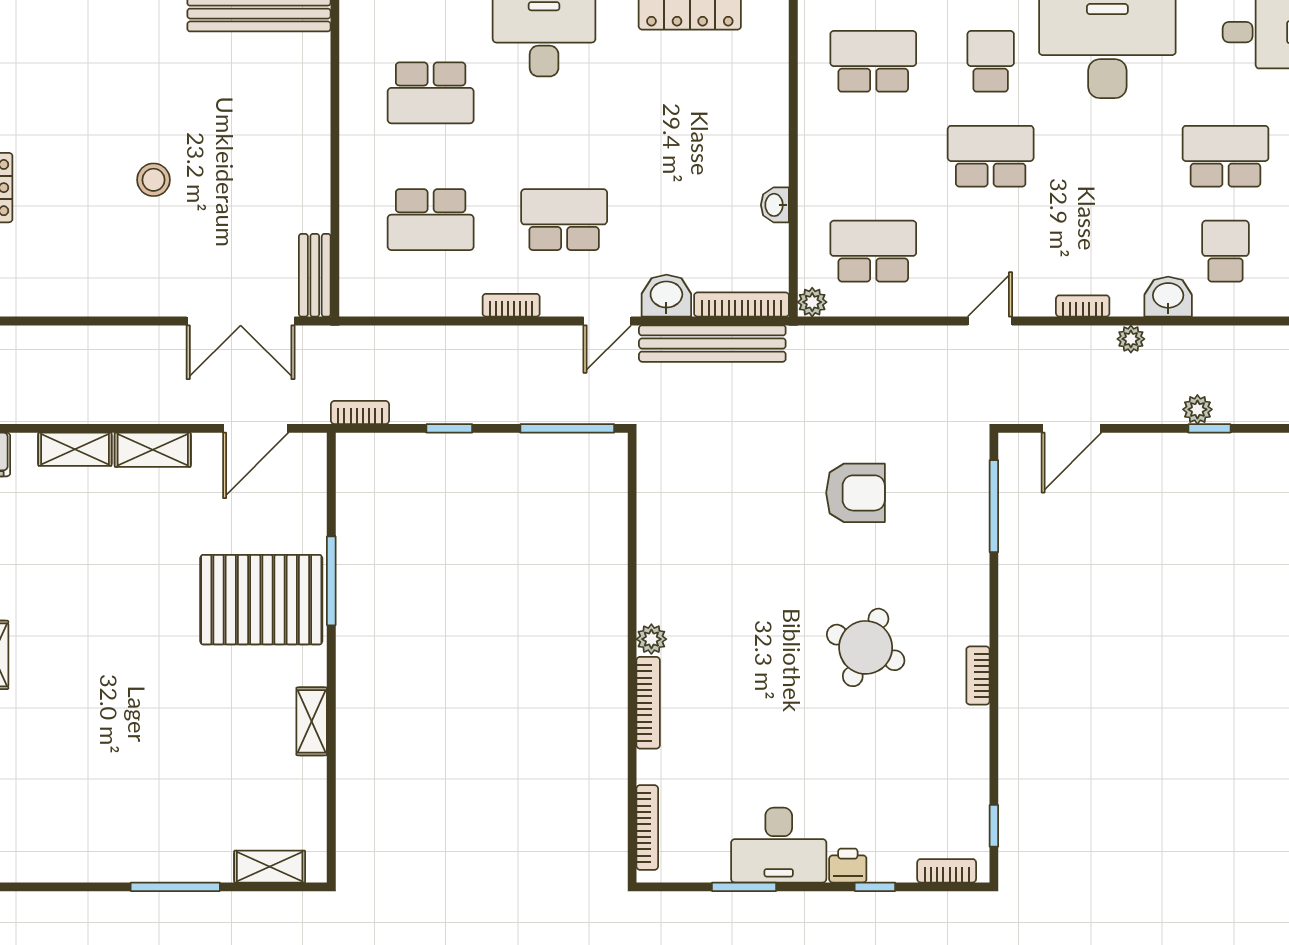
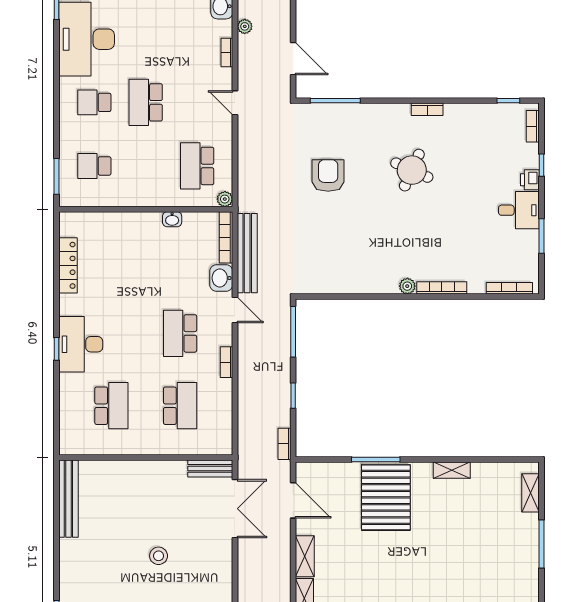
school desk: (873, 61) -> (94, 166), width x0.54
desk: (779, 845) -> (519, 210), width x0.73

